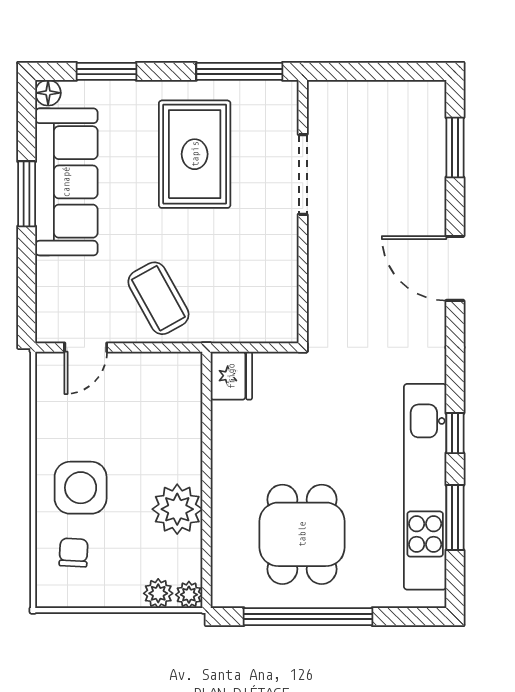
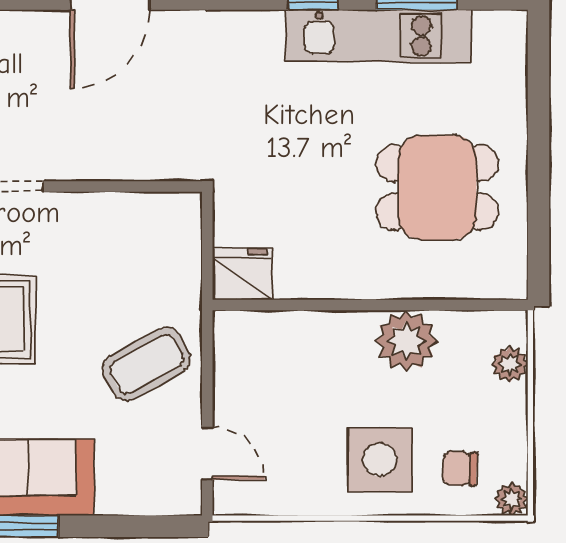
kitchen unit: (425, 487) -> (379, 36), width x0.73
plant: (189, 595) -> (511, 499), moved
window: (308, 617) -> (538, 180), removed

